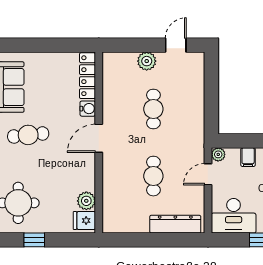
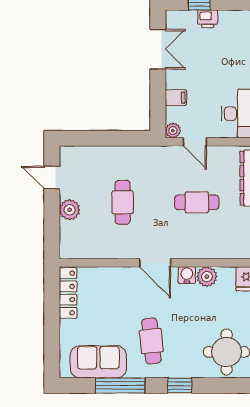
locker: (88, 76) -> (68, 293), moved, turned -90
water cooler: (88, 109) -> (187, 275), moved
cafe table: (153, 109) -> (123, 202), turned 90
plant: (86, 201) -> (207, 277), moved

